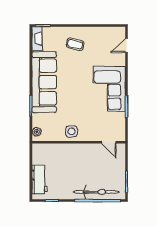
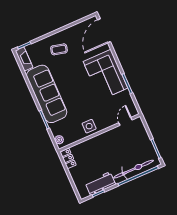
door: (127, 45) -> (104, 31), width x1.87
door: (109, 142) -> (125, 121), swing flipped
locker: (37, 154) -> (68, 158), added
workbench: (40, 180) -> (100, 184), moved, turned -90

